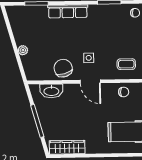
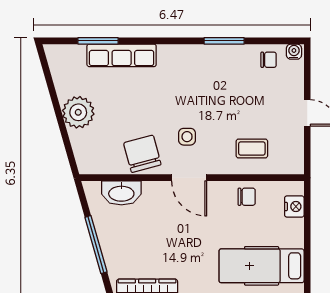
row of seats: (68, 11) -> (122, 55), moved
plant: (23, 50) -> (78, 112), width x1.88, depth x1.88

